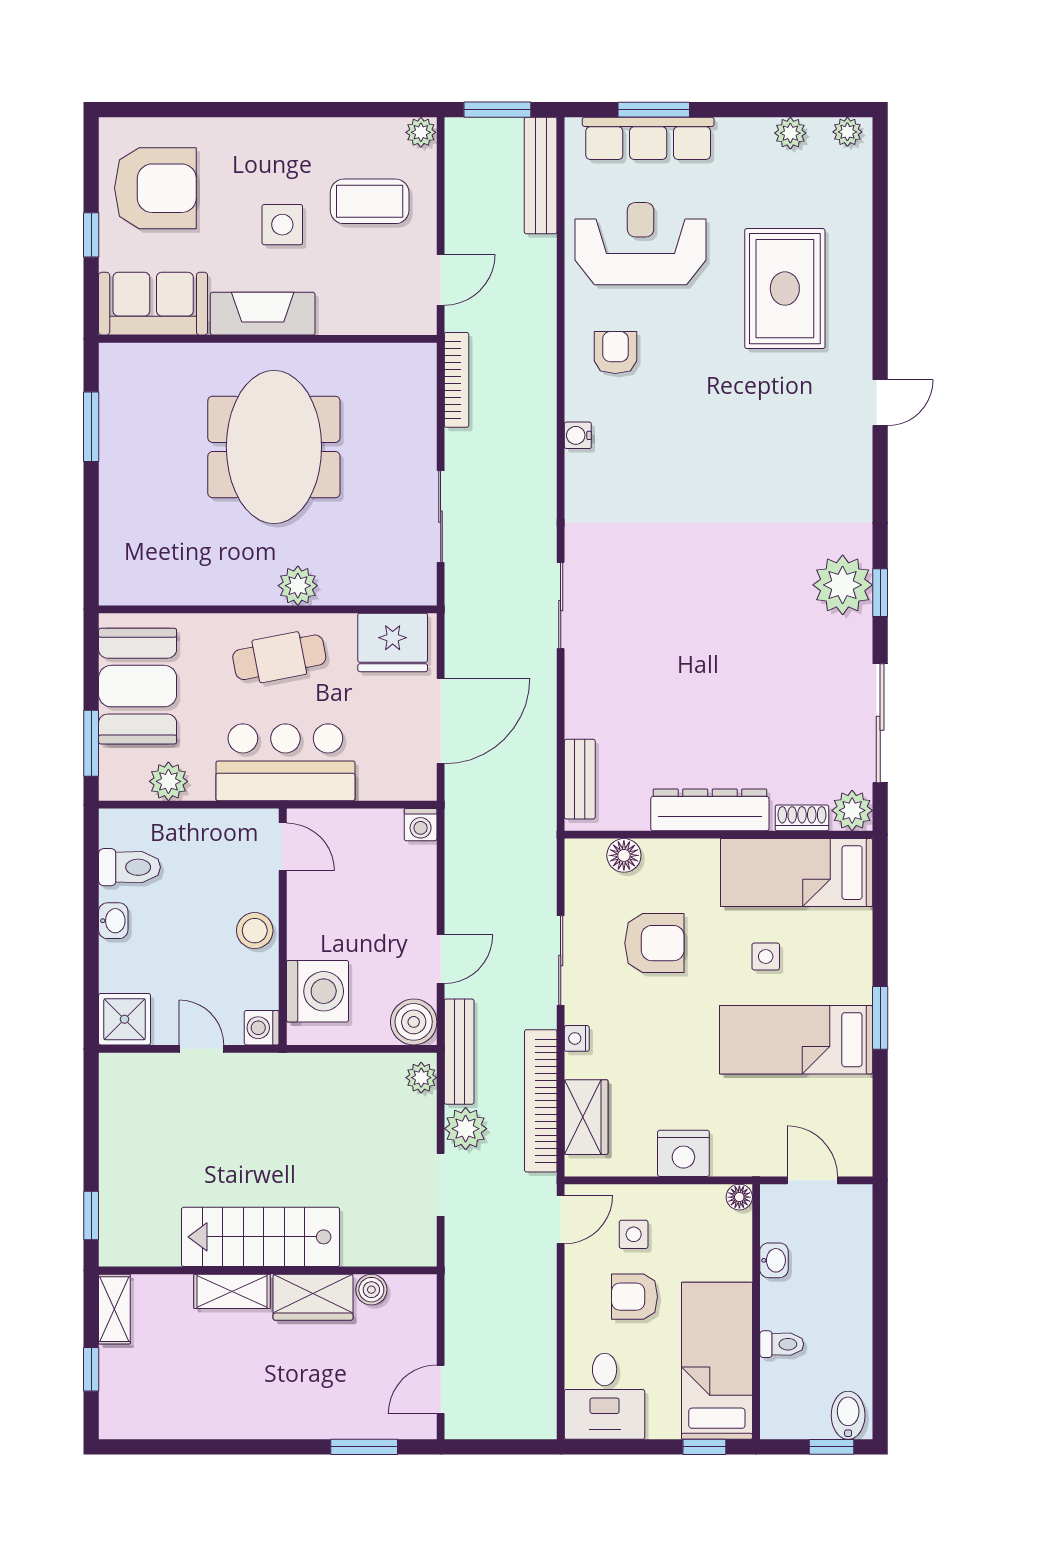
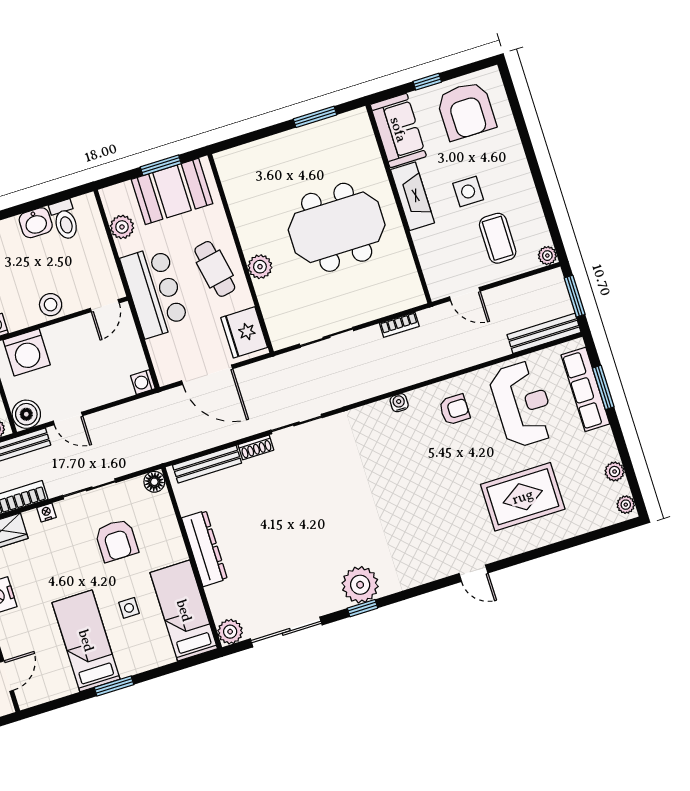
bookcase: (456, 380) -> (399, 325), width x0.64
window: (91, 743) -> (161, 165), moved
bench: (580, 779) -> (207, 464), width x1.36
shoe rack: (802, 818) -> (256, 447), moved, turned 90
floor lamp: (624, 855) -> (154, 482), moved
washbasin: (113, 921) -> (36, 223), width x1.38, depth x1.45

